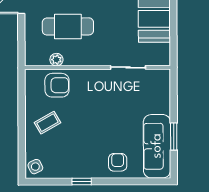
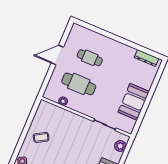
armchair: (57, 85) -> (57, 117), removed
plant: (162, 88) -> (120, 146), added

